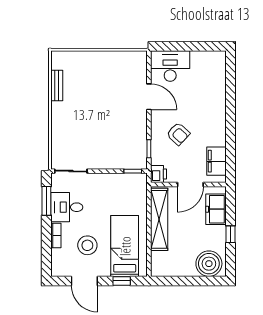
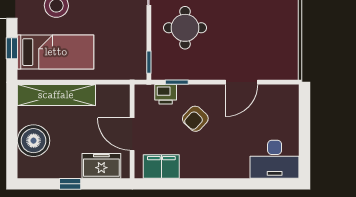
desk: (170, 66) -> (275, 159), moved, turned 90
round table: (105, 142) -> (185, 28), added
printer: (159, 174) -> (166, 94), moved
shelving: (159, 219) -> (56, 95), moved
boiler: (209, 264) -> (34, 141), moved

